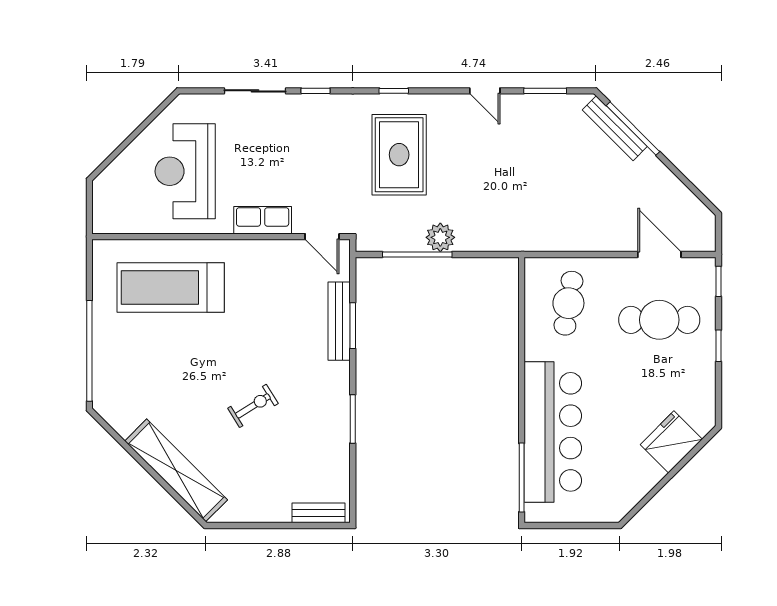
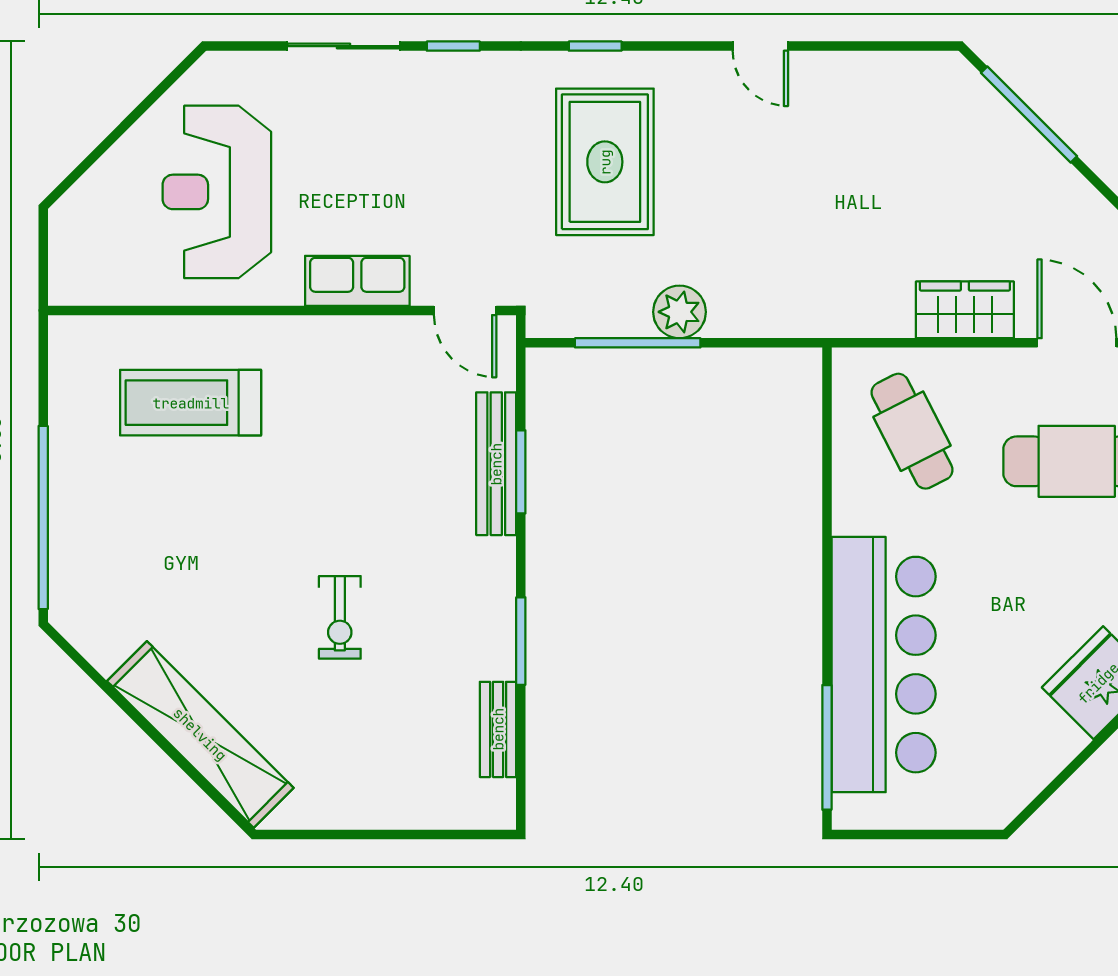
window: (545, 91) -> (870, 46), removed
bench: (615, 128) -> (996, 114), removed
wardrobe: (598, 236) -> (965, 310), added
treadmill: (171, 287) -> (191, 403), width x0.73, depth x0.73
cafe table: (568, 303) -> (912, 431), turned -36
exercise bike: (253, 406) -> (340, 617), turned 122
bench: (319, 513) -> (498, 729), moved, turned 90

